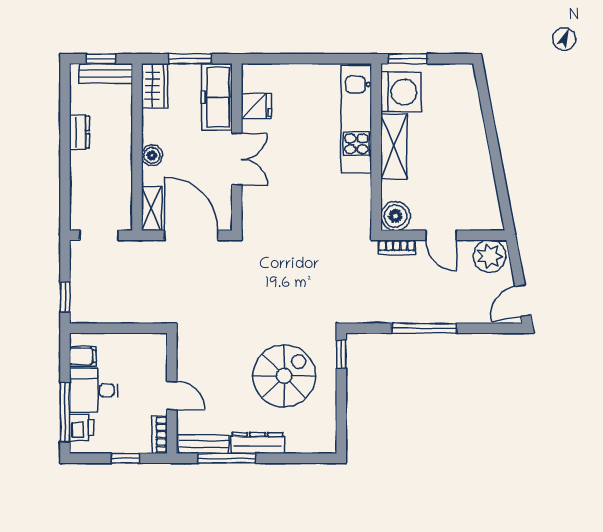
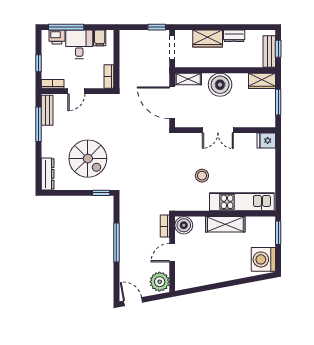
washing machine: (401, 92) -> (263, 259), moved, turned 90
freezer: (217, 97) -> (255, 118), removed
fridge: (257, 106) -> (266, 141), moved, turned 90
boiler: (152, 155) -> (220, 85), width x1.86, depth x1.86
wardrobe: (84, 176) -> (208, 38), added
stool: (313, 186) -> (202, 176), added
door: (191, 235) -> (172, 103), swing flipped
window: (65, 297) -> (157, 27), moved
bookcase: (147, 341) -> (109, 76), added
dresser: (257, 443) -> (48, 174), moved

